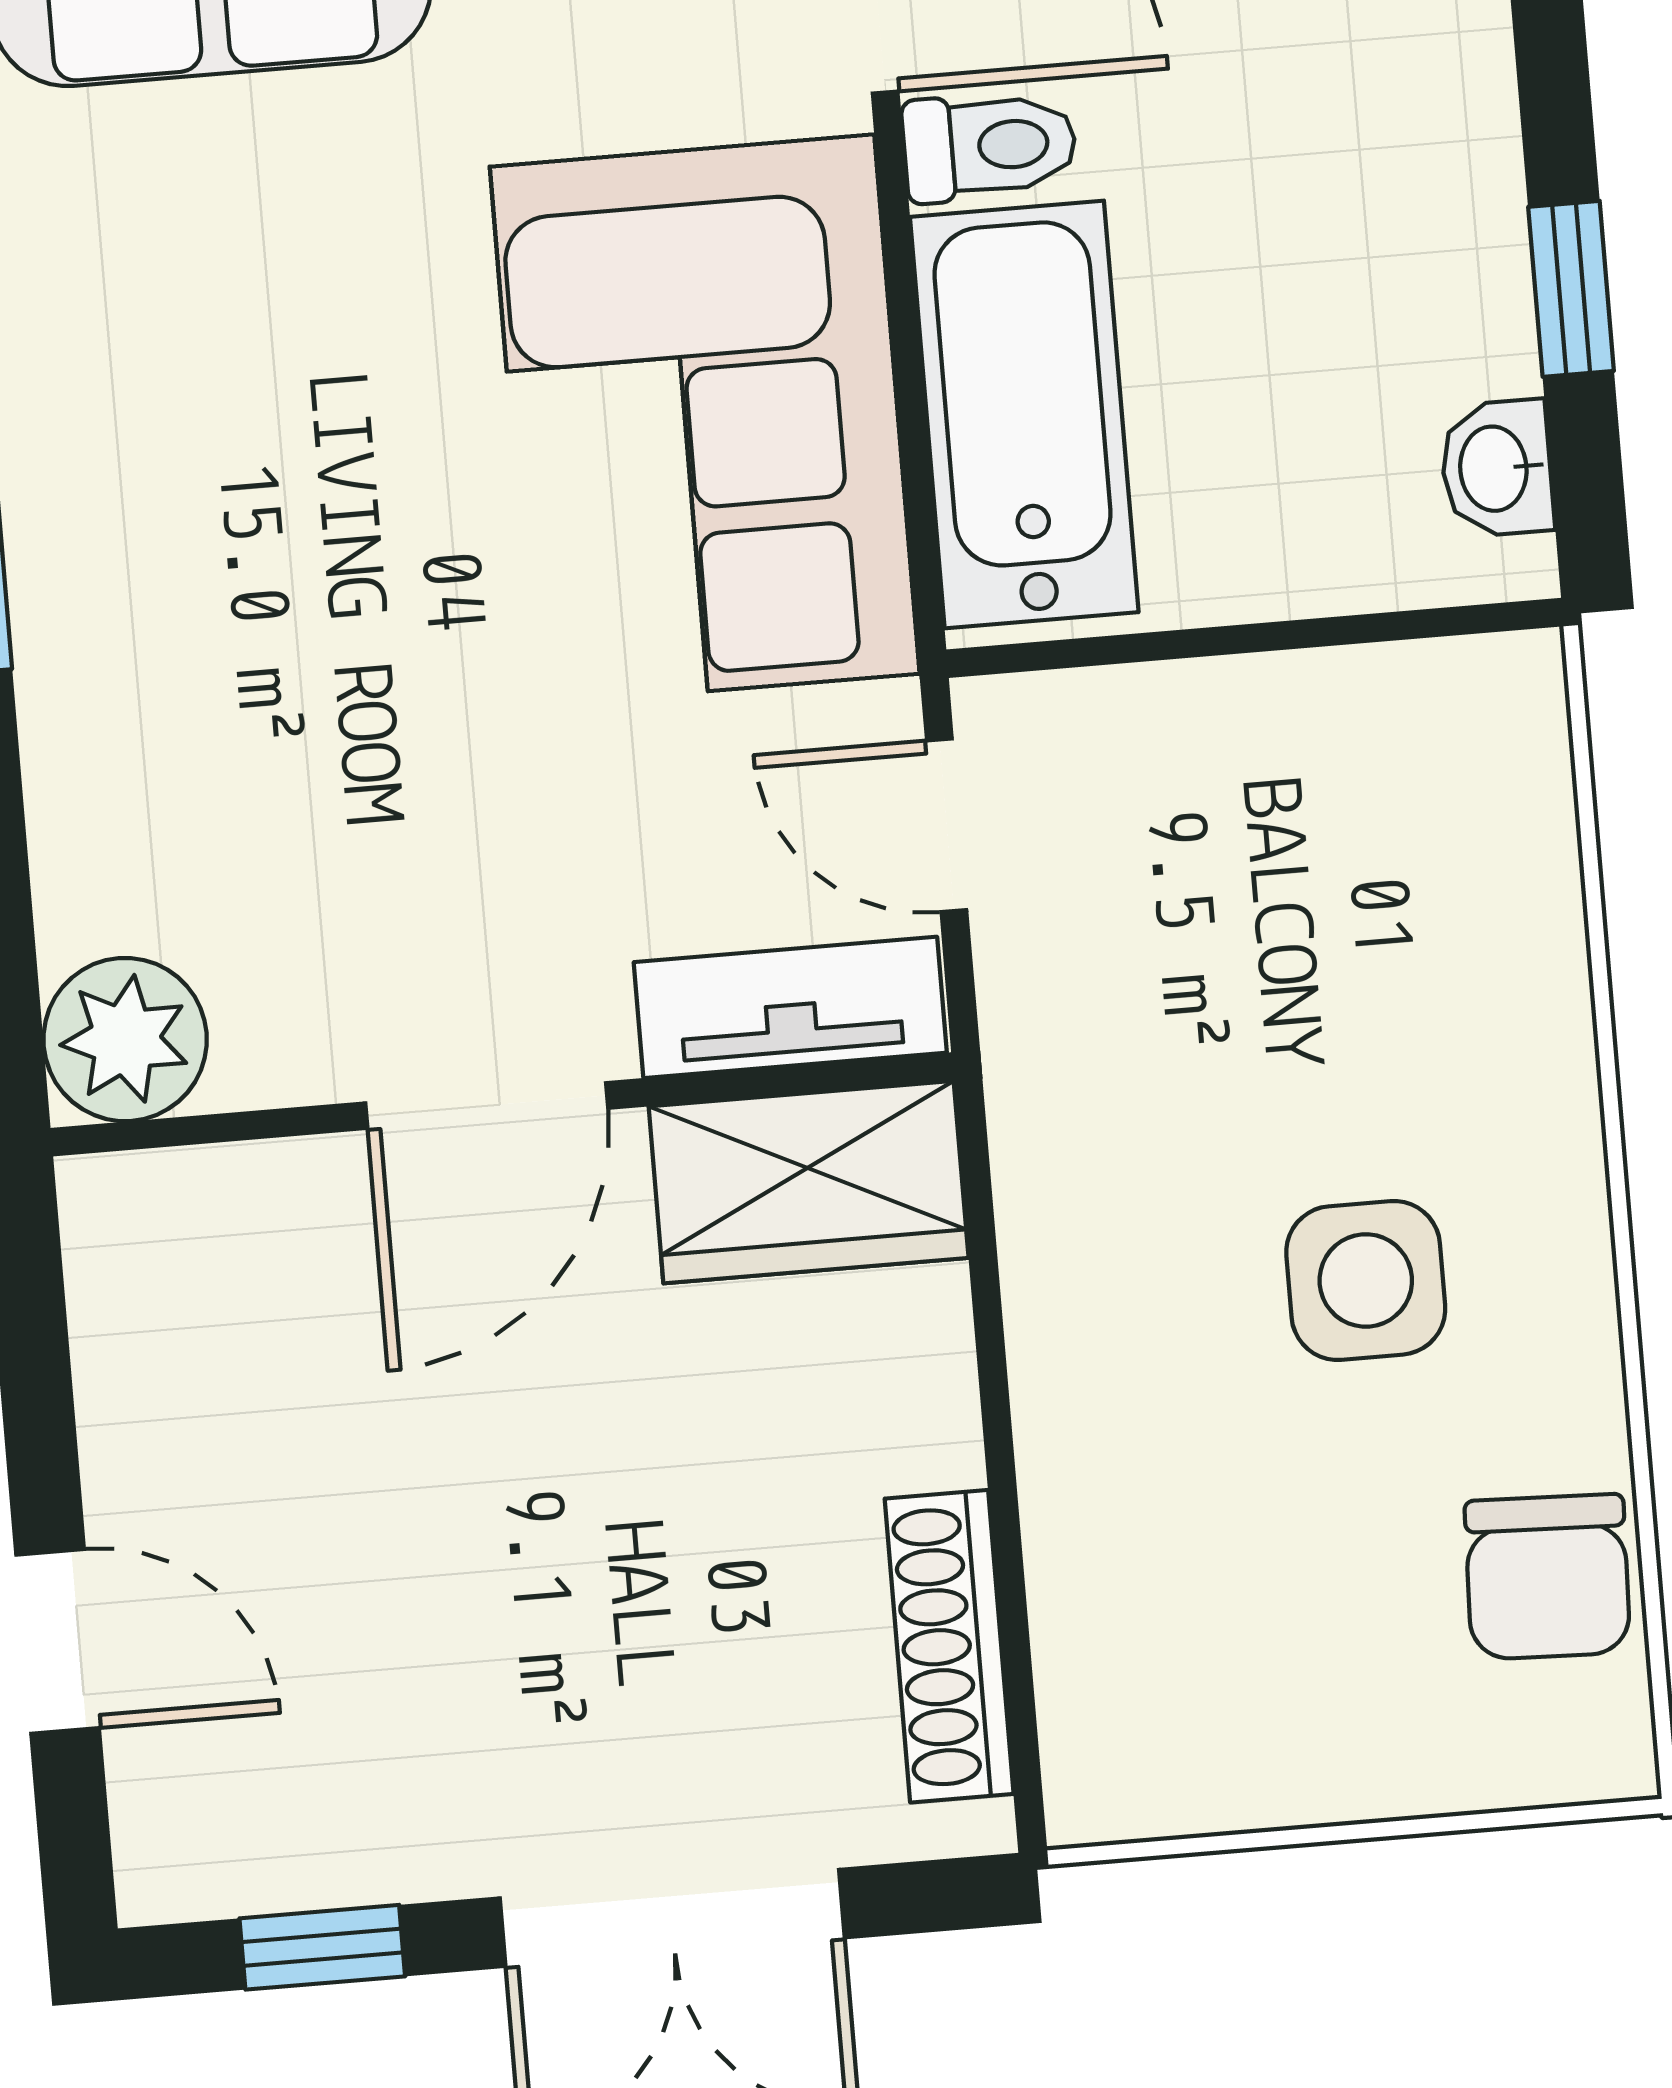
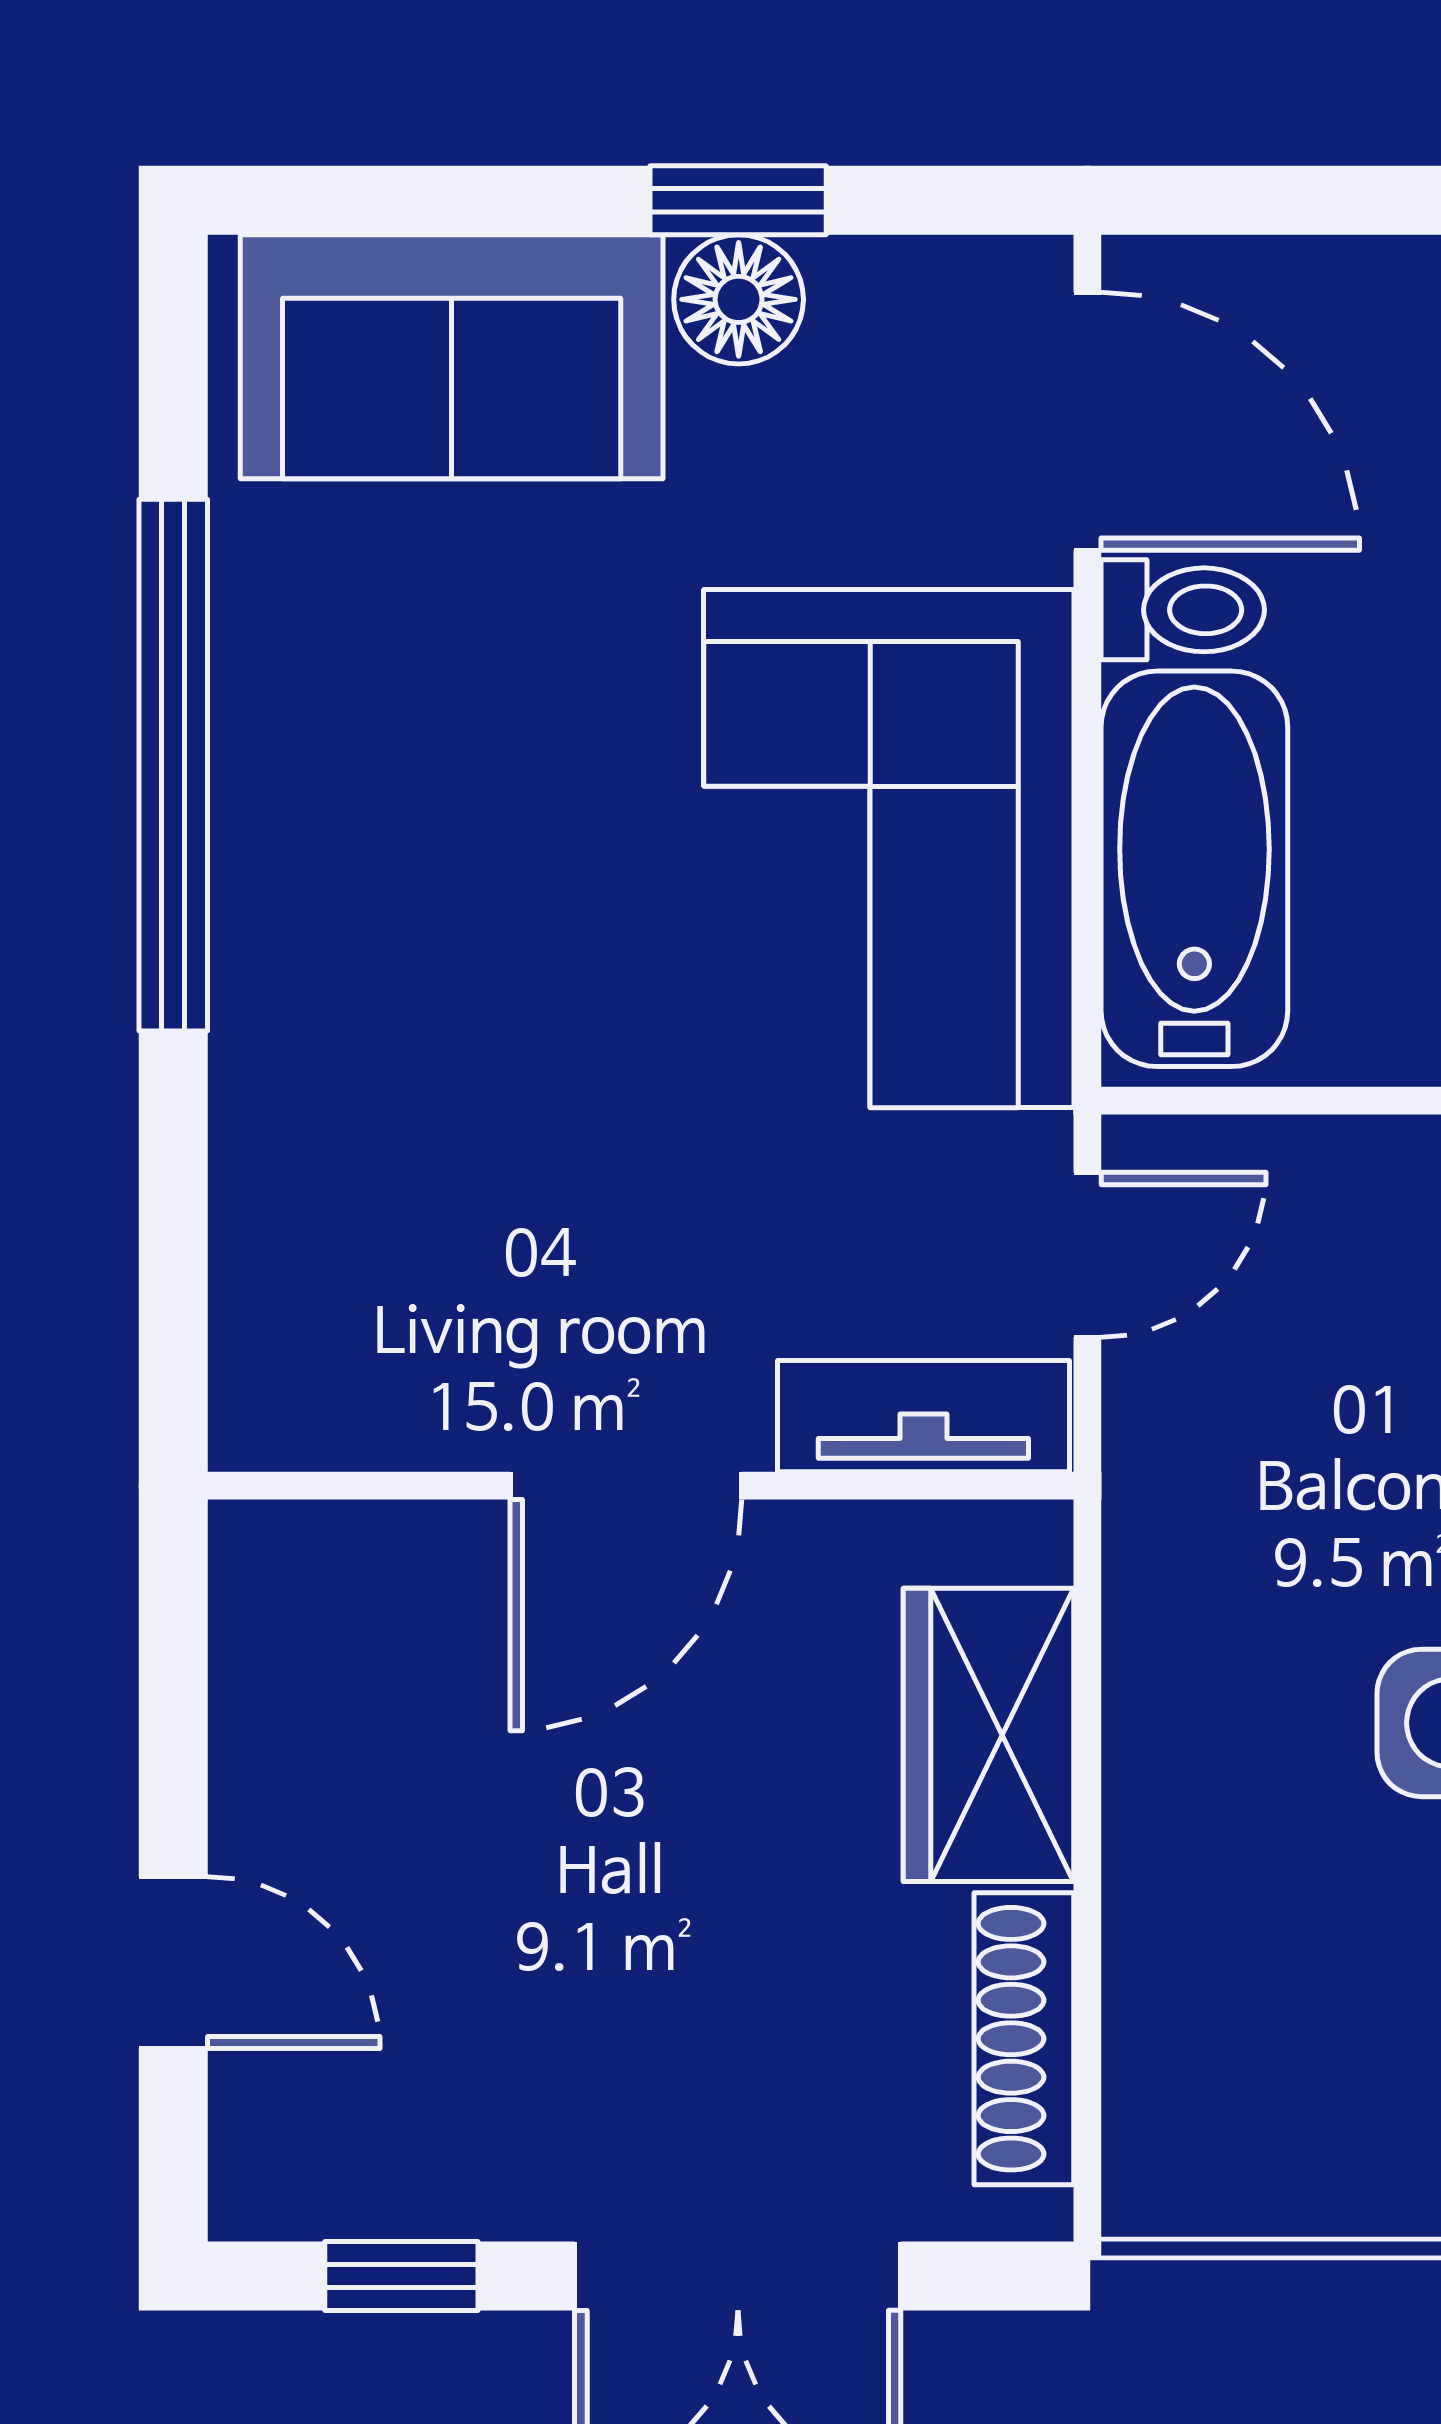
door: (947, 825) -> (1087, 1255), swing flipped
plant: (125, 1040) -> (286, 1394), removed
wardrobe: (809, 1182) -> (989, 1735), moved, turned 90

